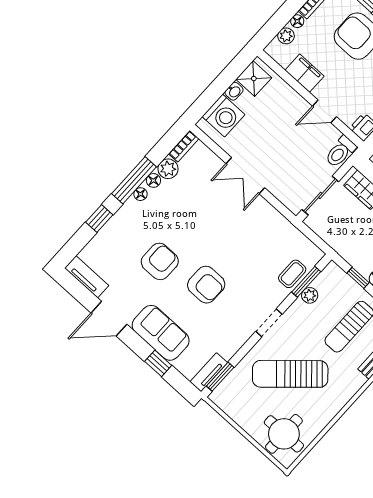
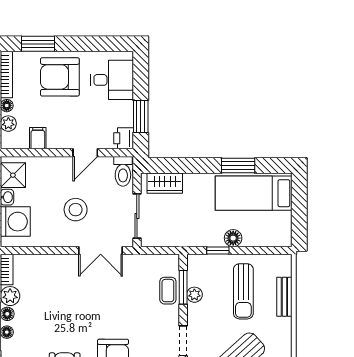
filing cabinet: (305, 73) -> (38, 138), width x0.50
stool: (278, 148) -> (76, 210), added
double door: (245, 176) -> (101, 250), moved

